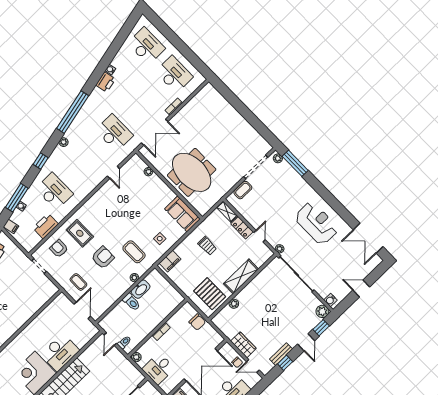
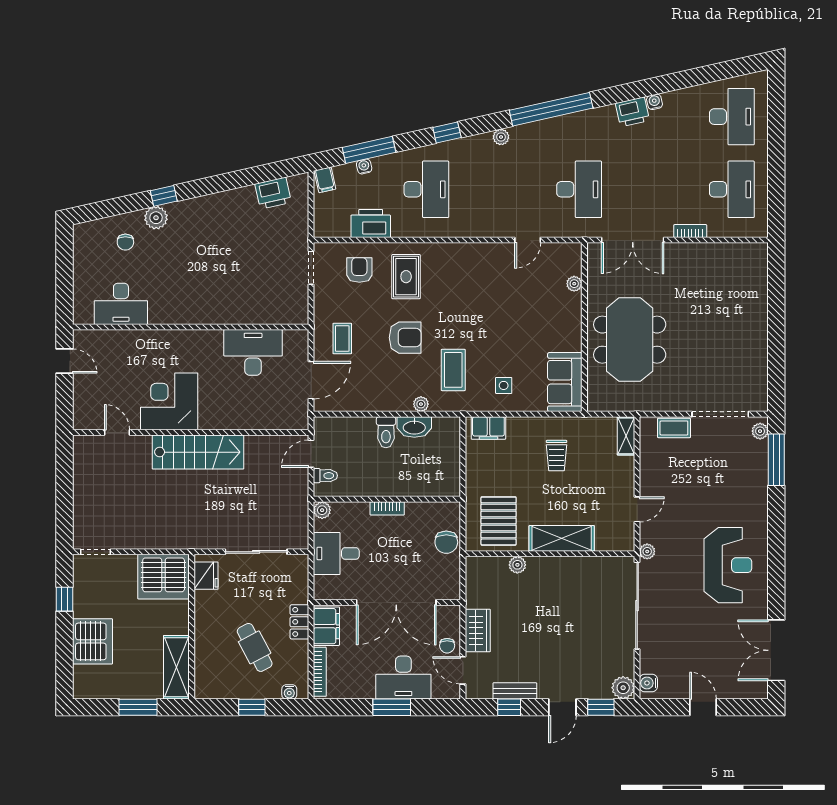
locker: (242, 228) -> (625, 476), removed
desk: (60, 352) -> (253, 352), moved, turned 180

